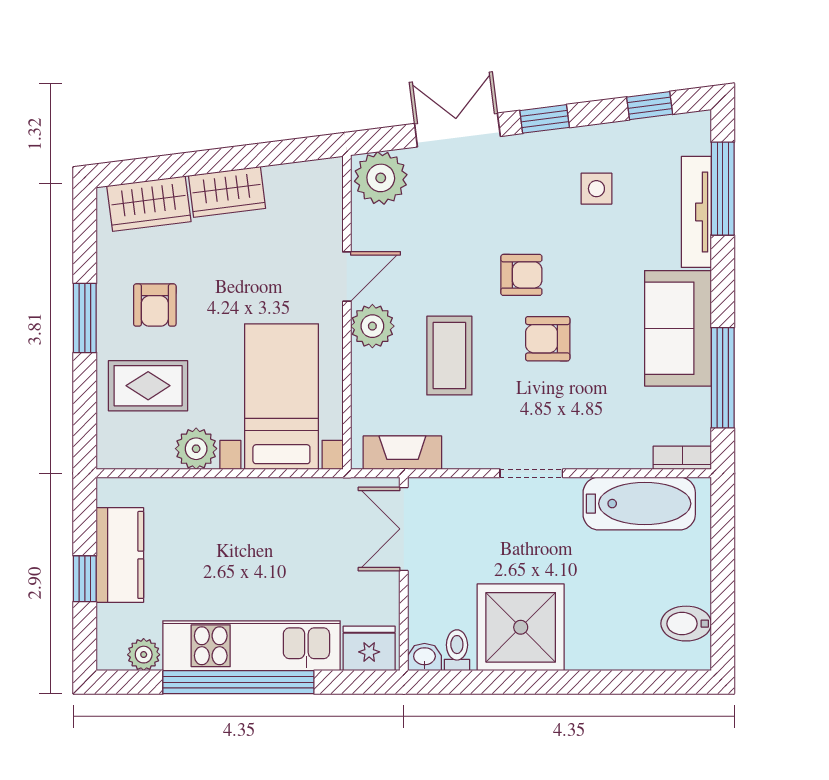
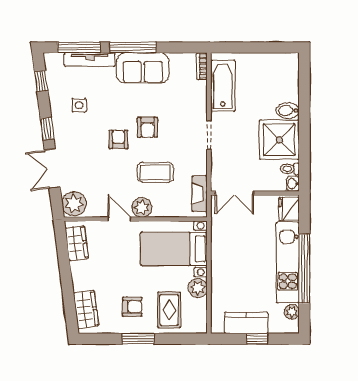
wardrobe: (227, 192) -> (77, 243), moved
window: (723, 378) -> (133, 47), moved
bidet: (686, 624) -> (288, 111), moved, turned 90

